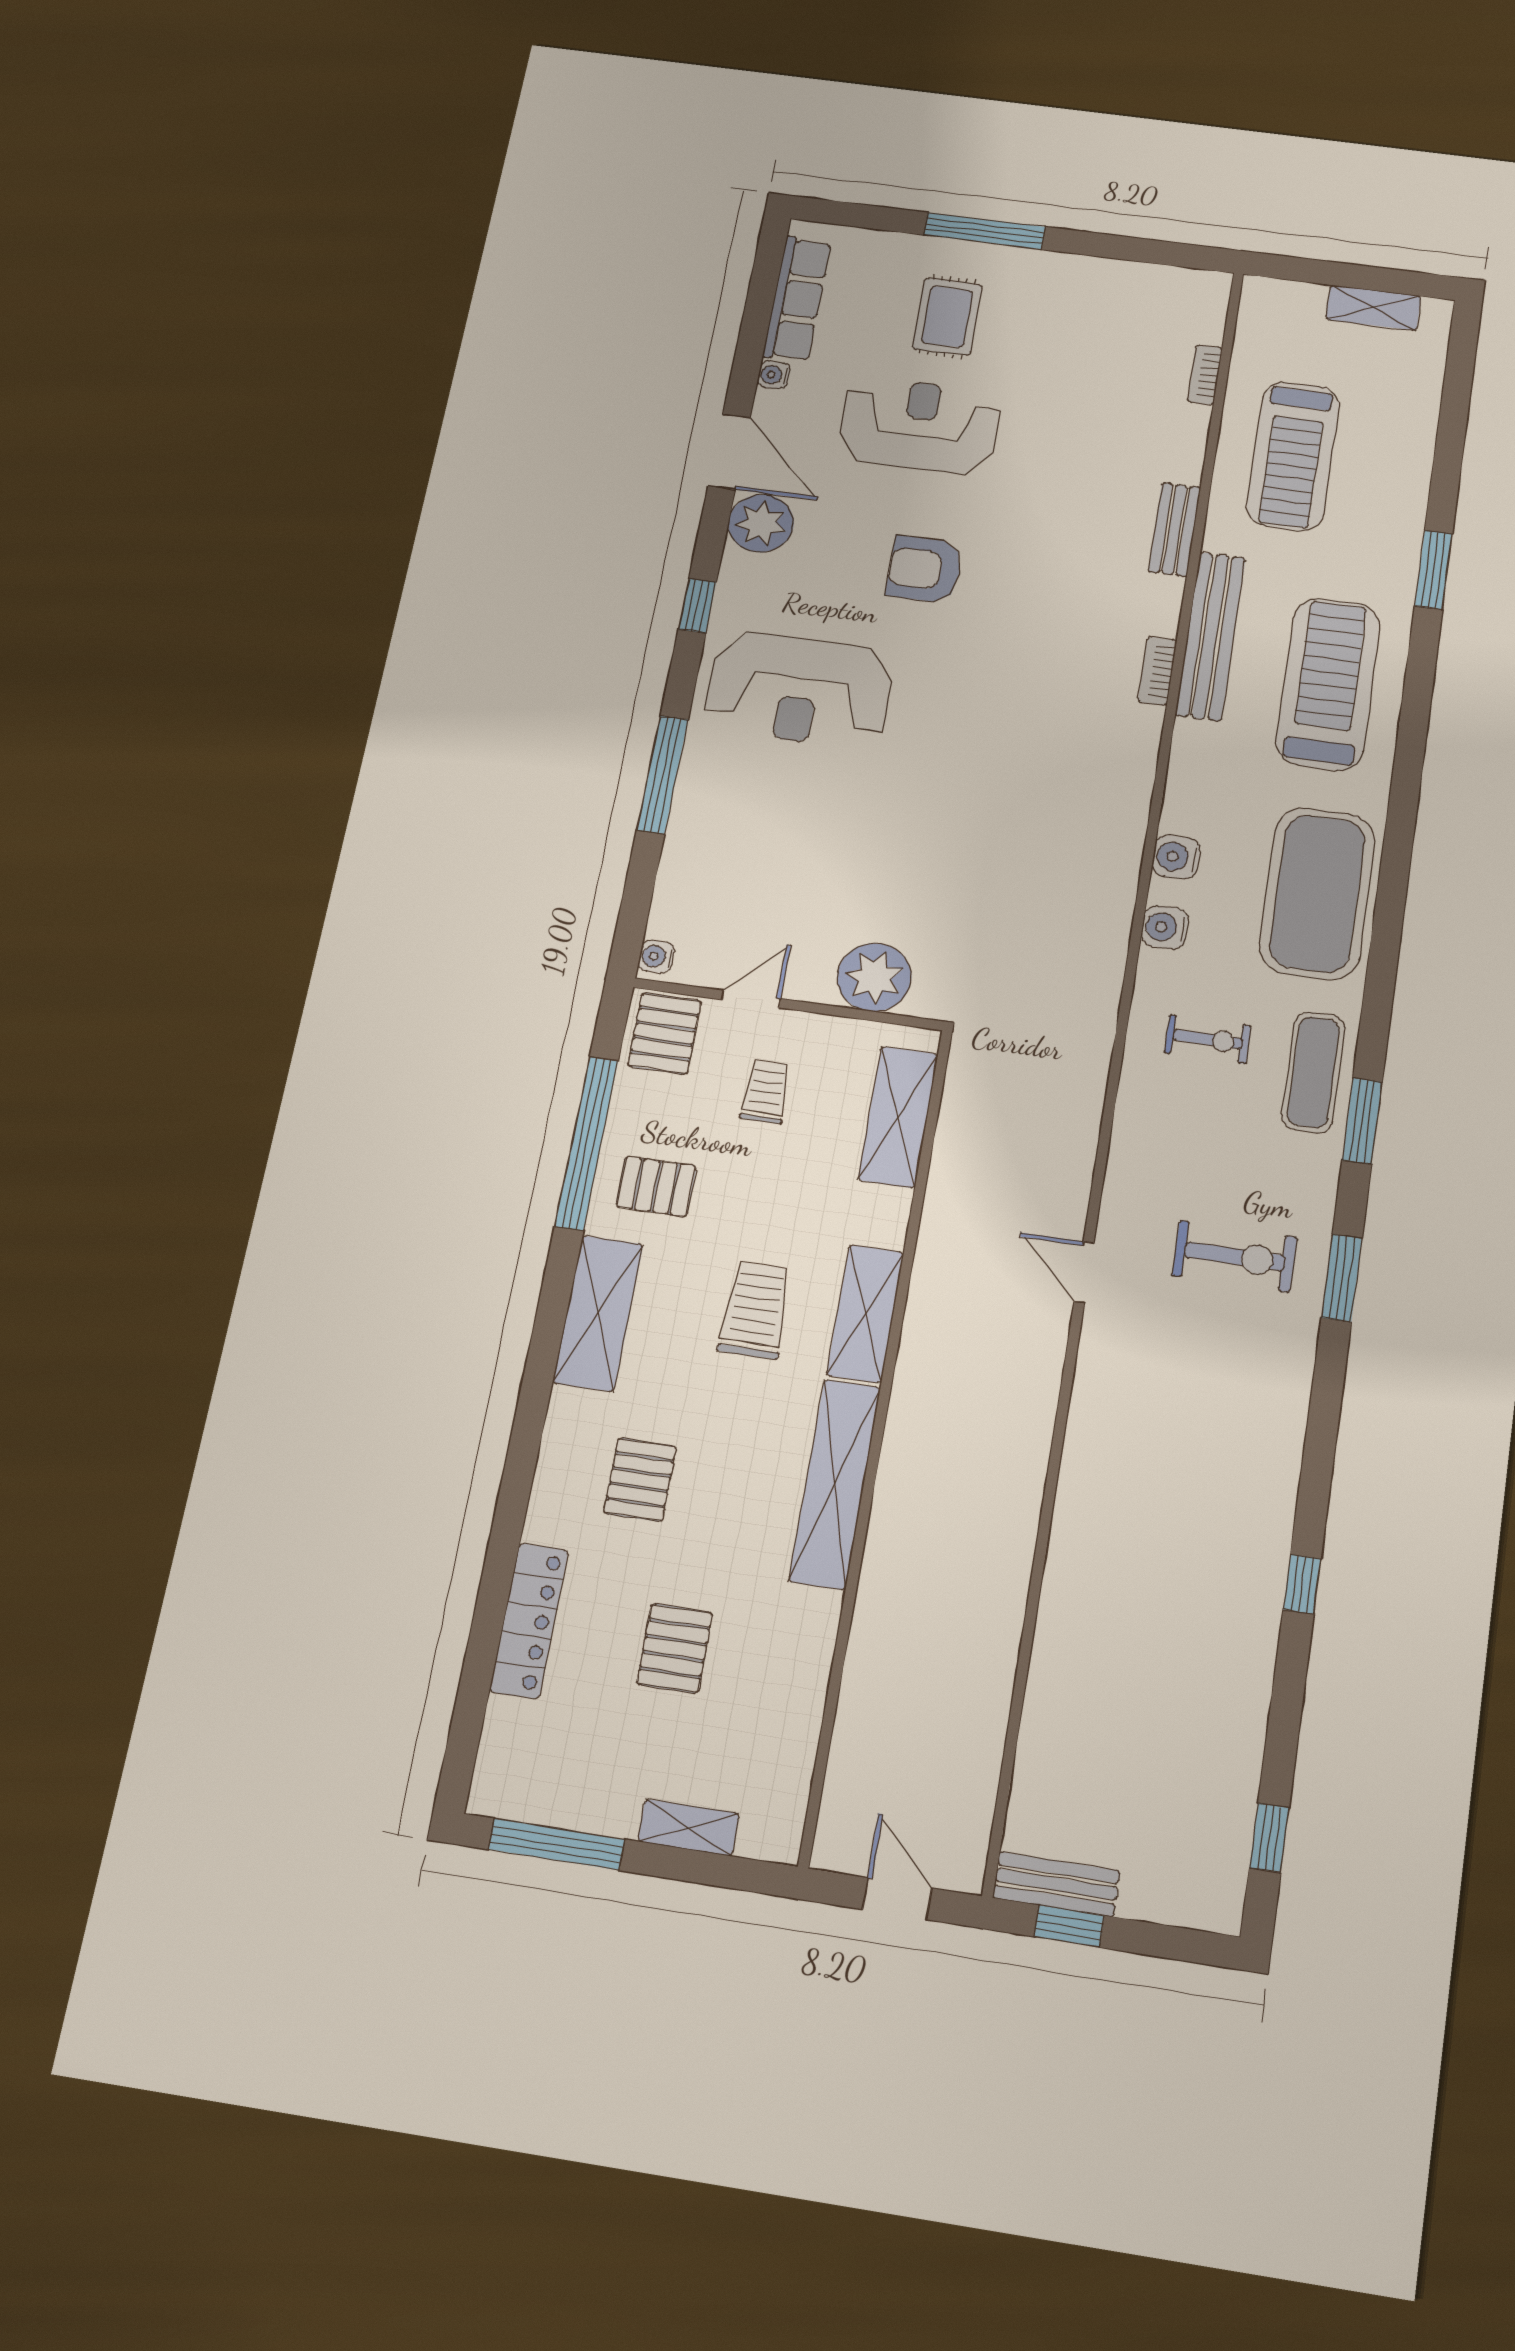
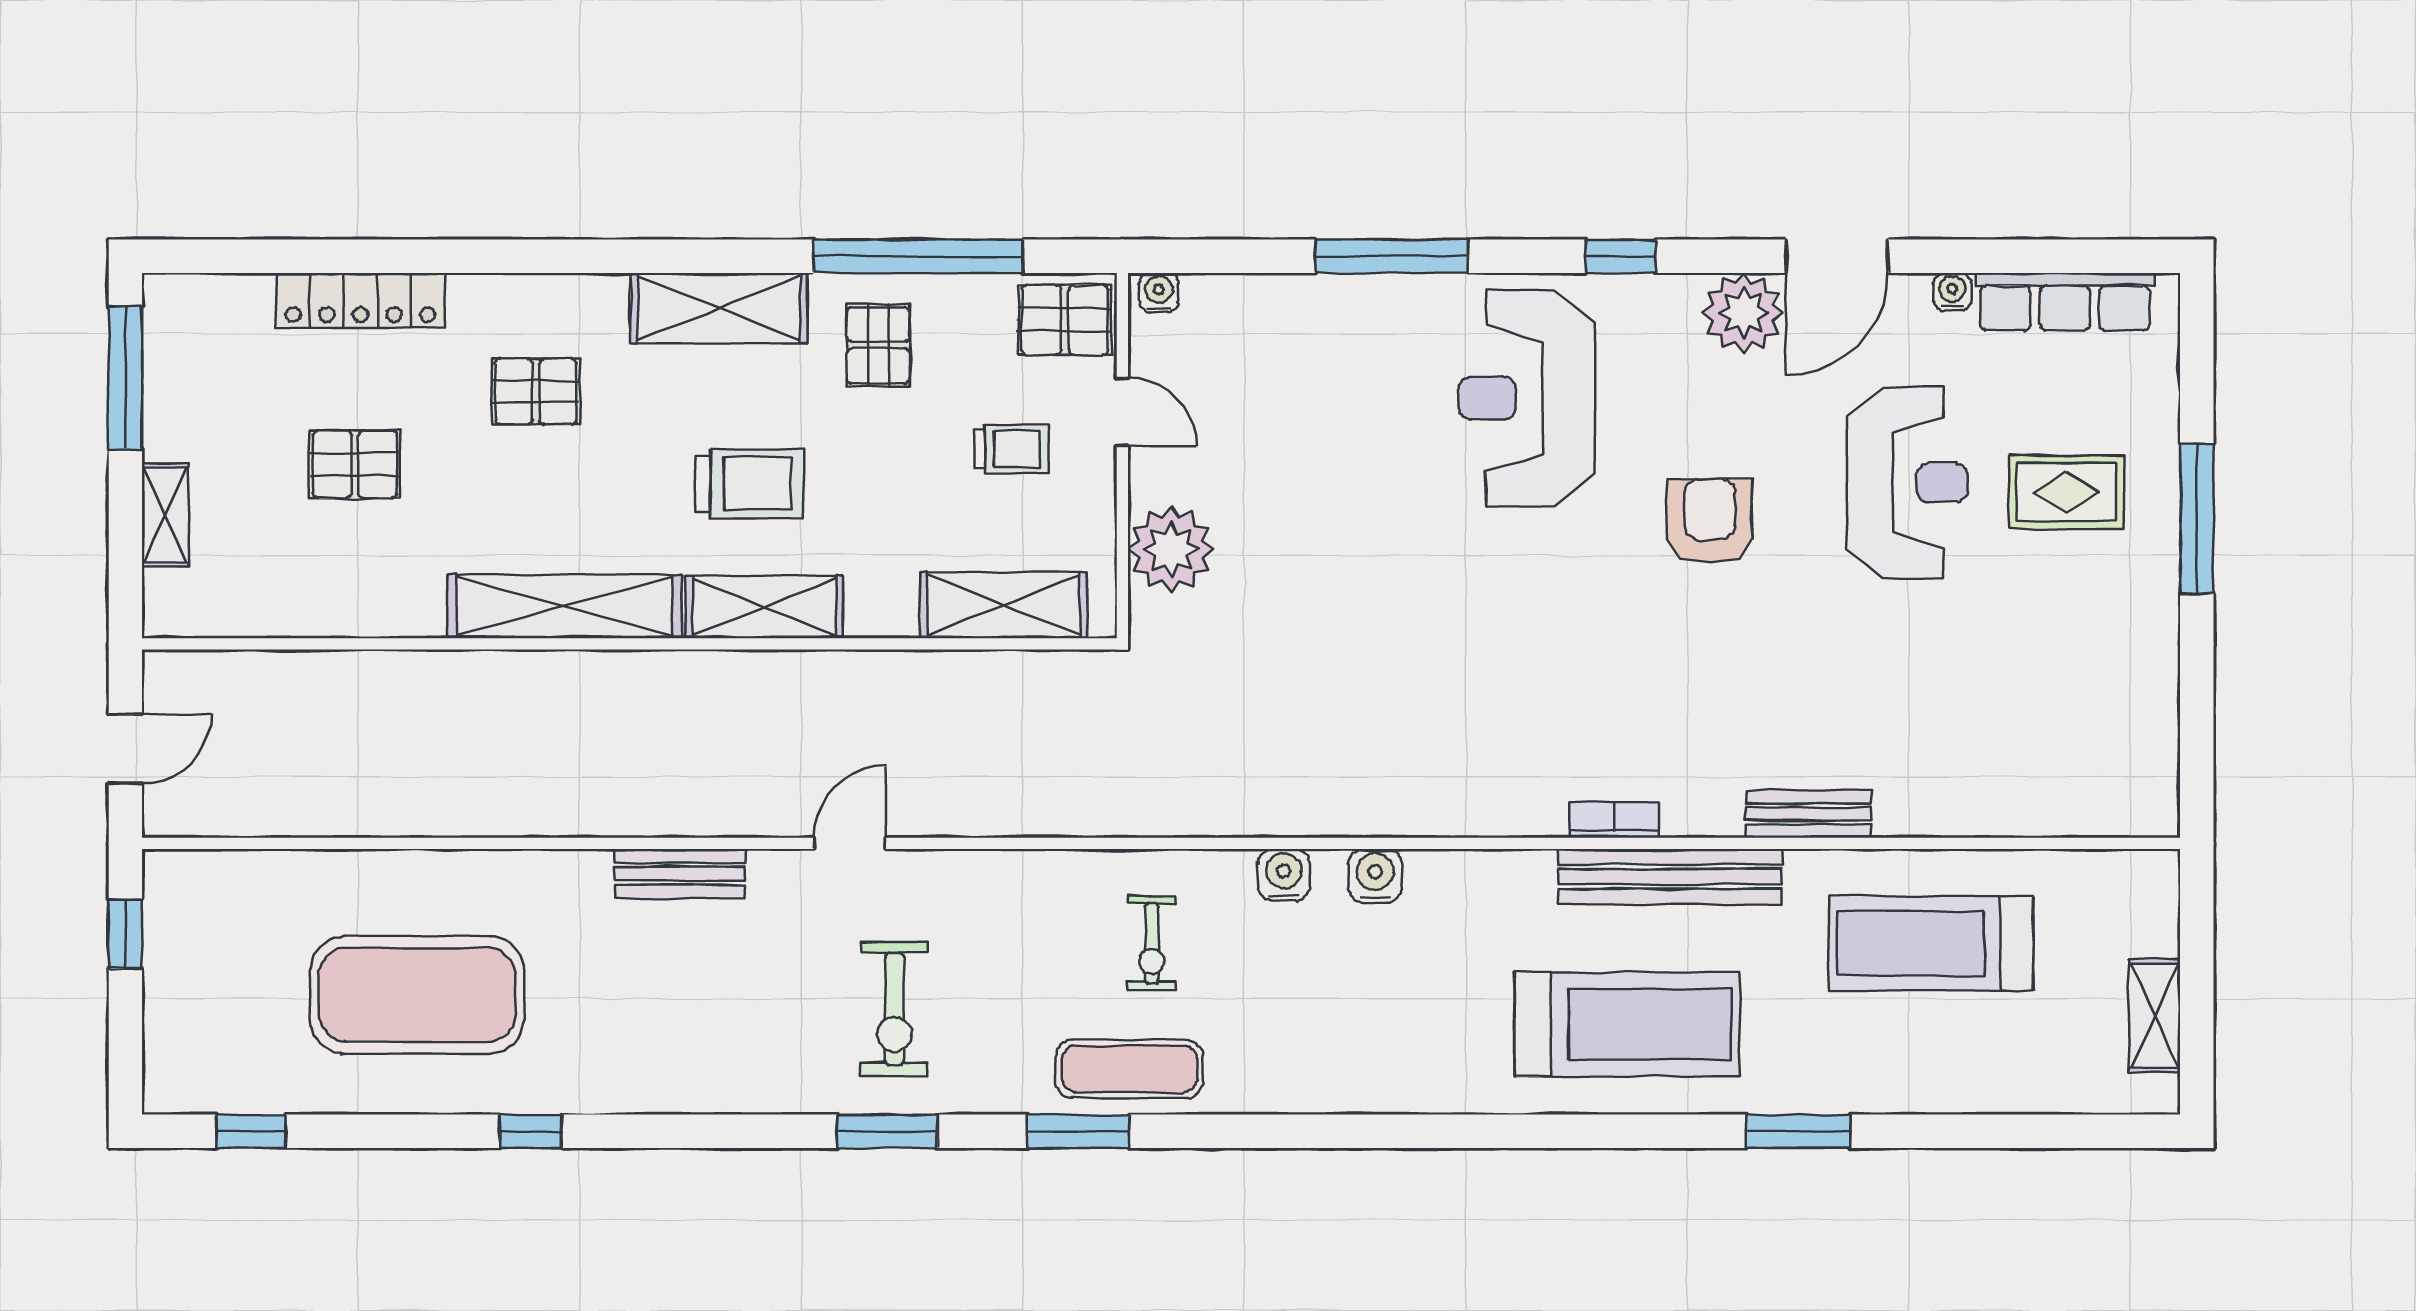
bookcase: (1205, 375) -> (2029, 821), removed
exercise mat: (1317, 893) -> (417, 995), moved
bench: (1056, 1884) -> (680, 874), moved, turned 90

